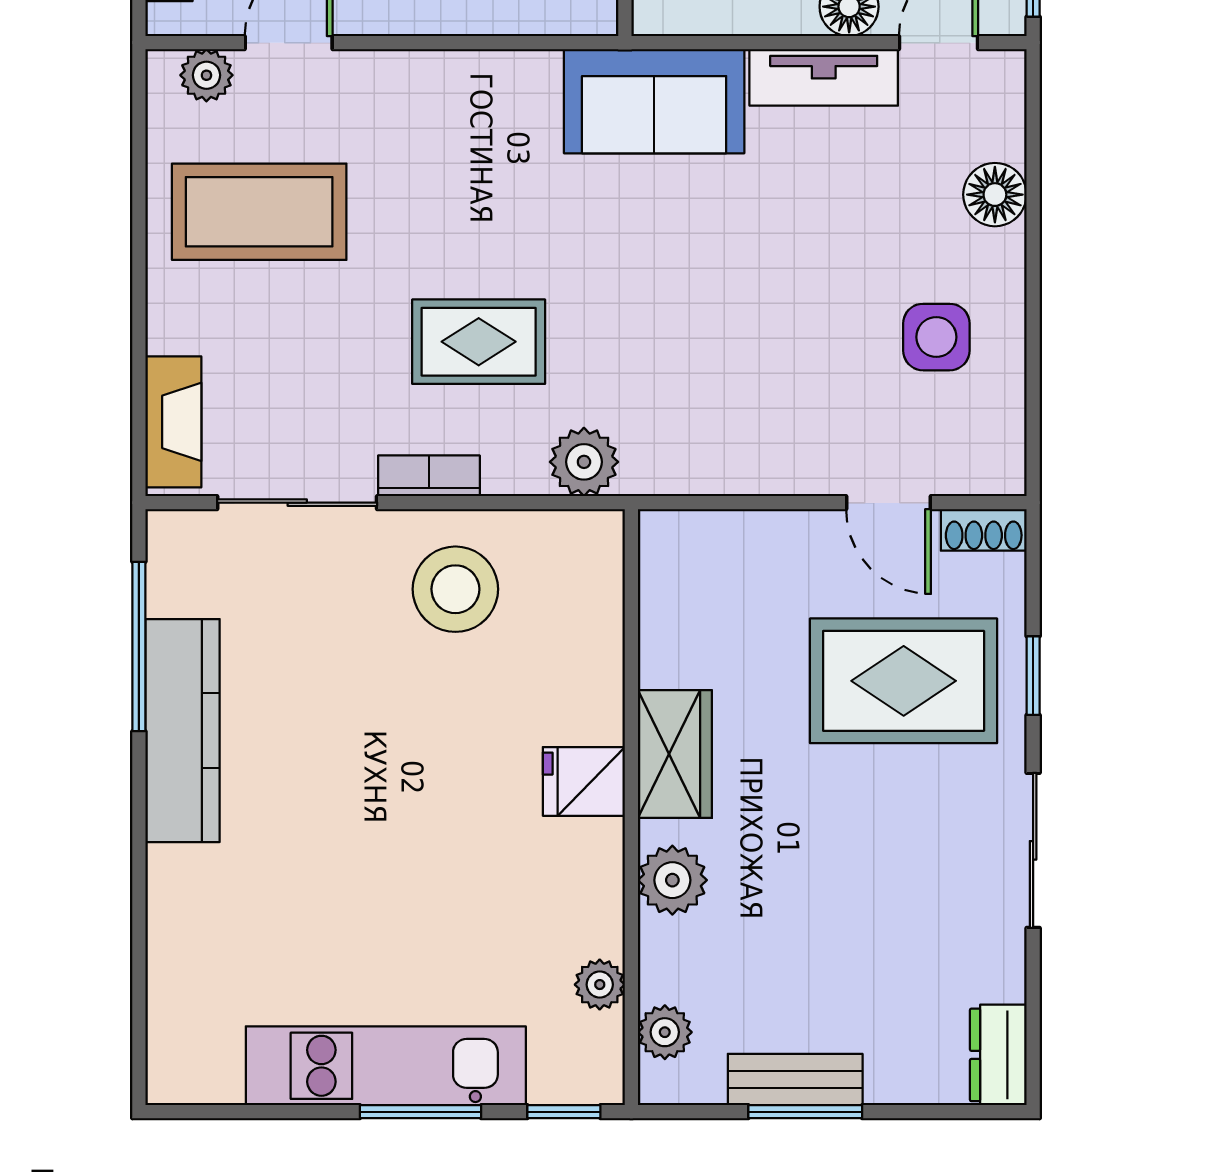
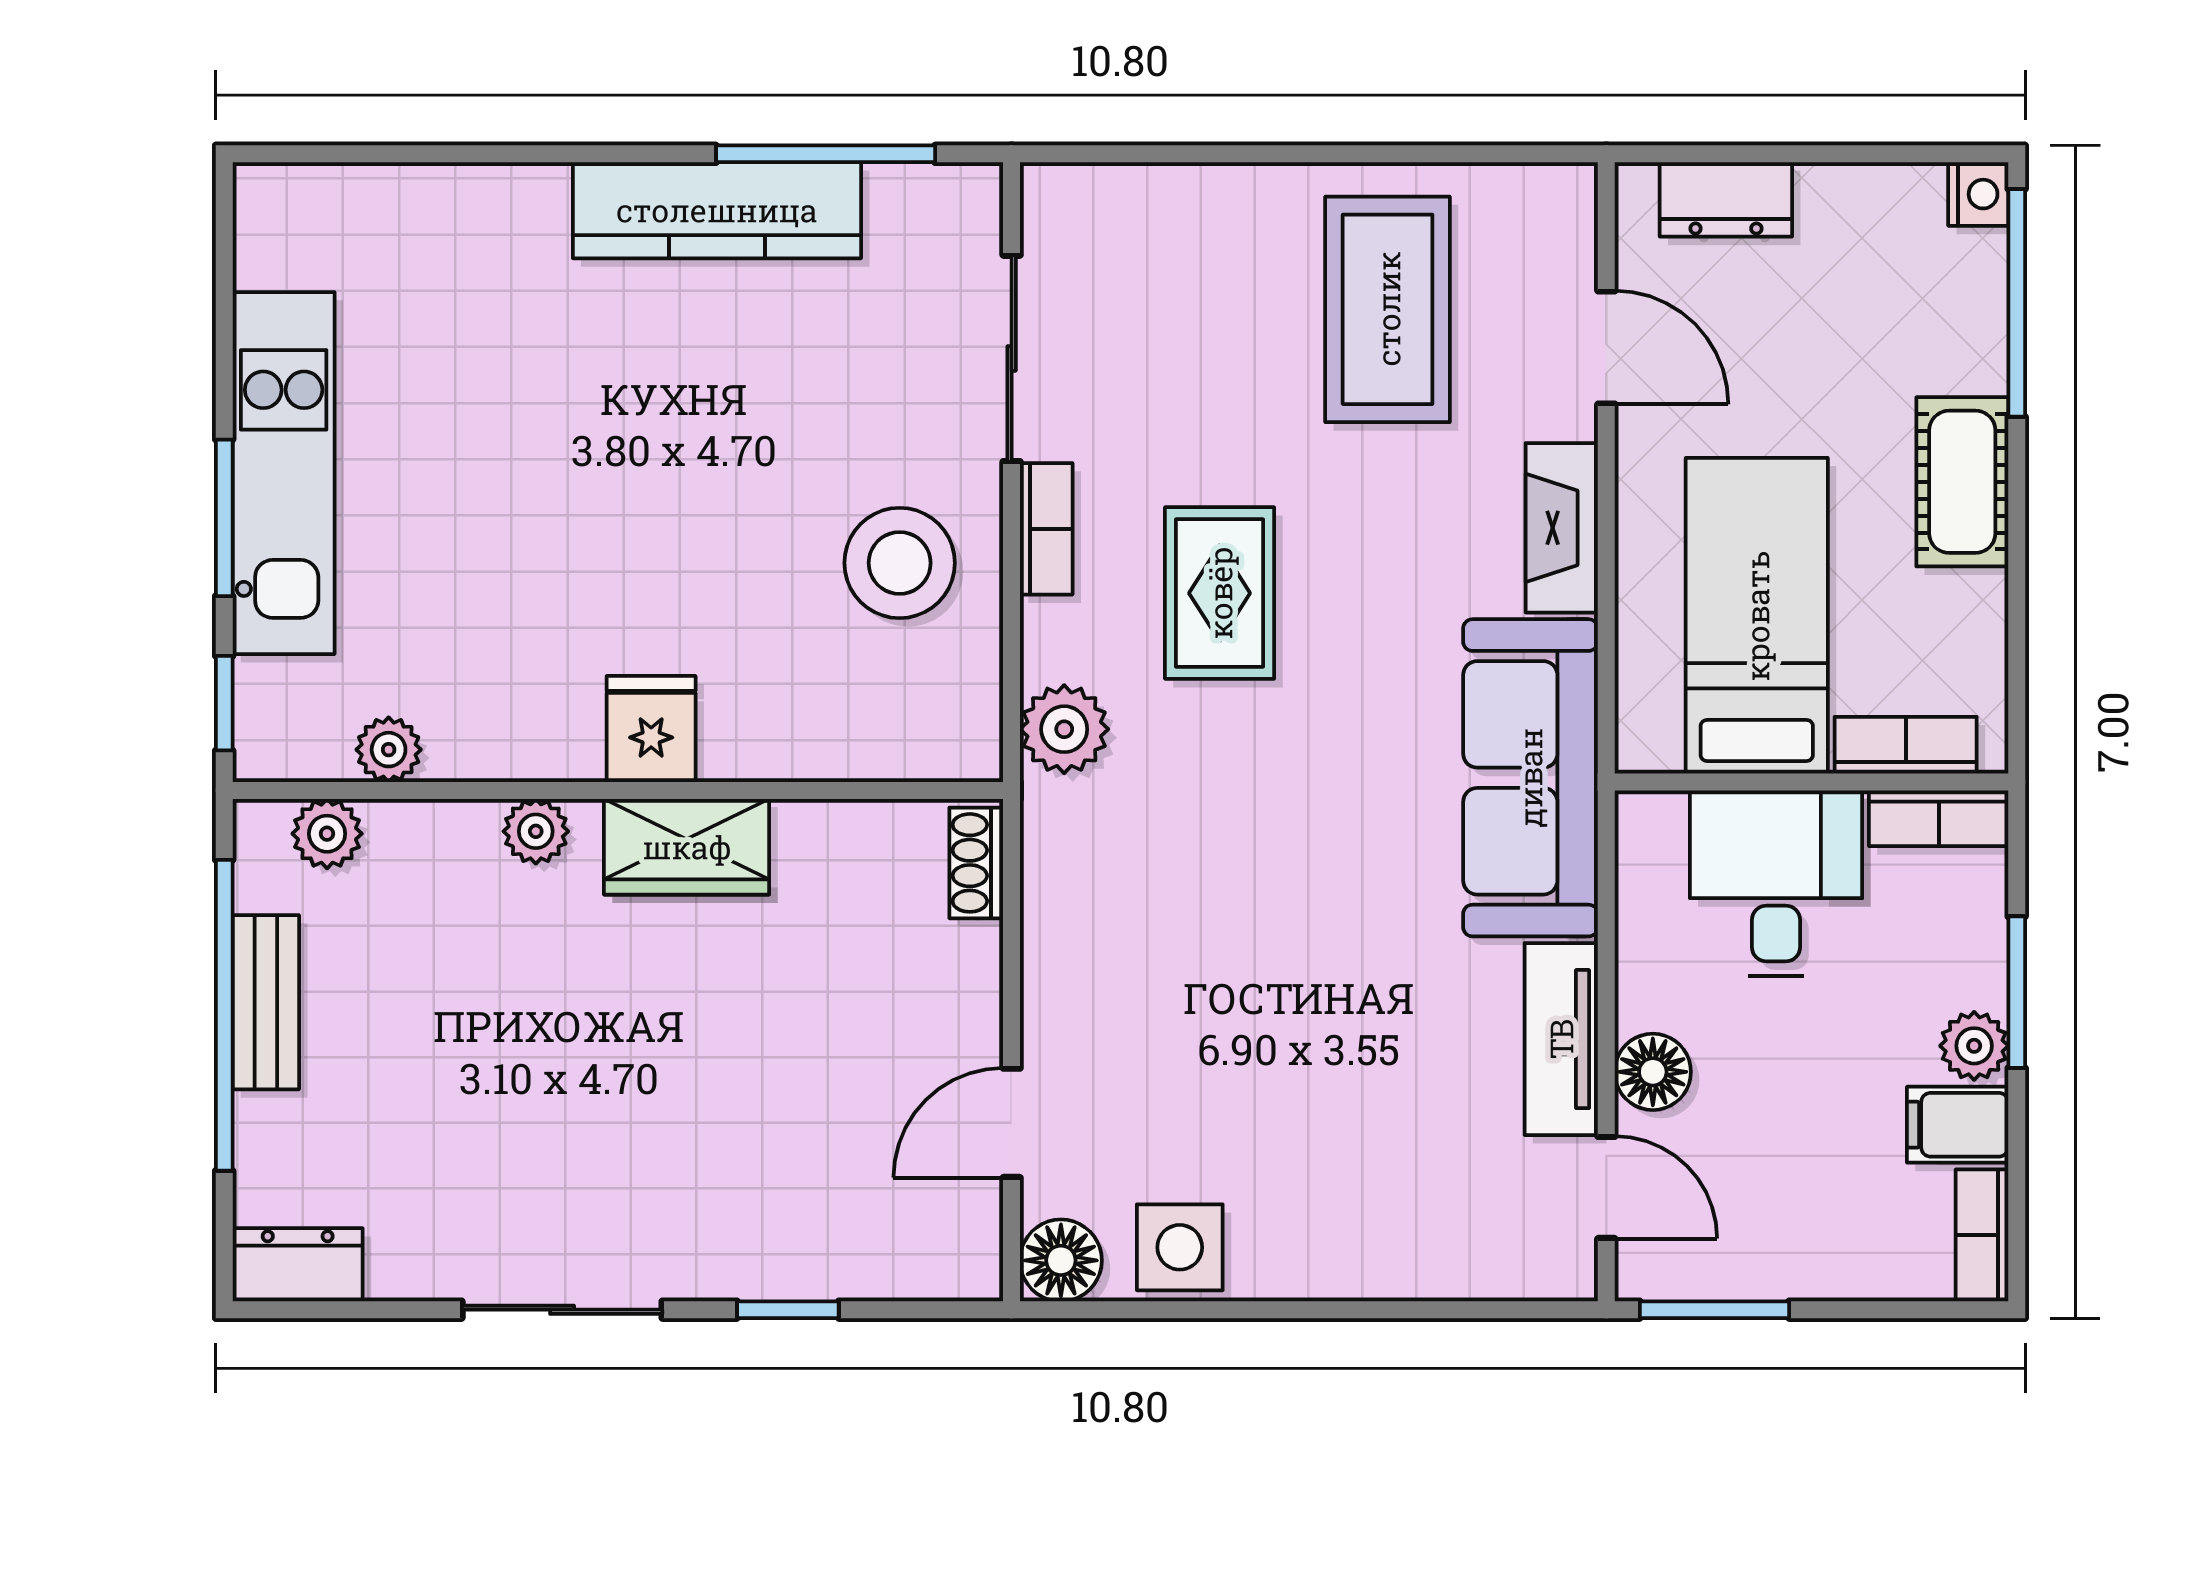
plant: (206, 75) -> (1564, 241), removed
sofa: (654, 101) -> (1530, 778), width x1.36
floor lamp: (995, 195) -> (1061, 1260), moved
side table: (936, 337) -> (1180, 1247), moved
fireplace: (173, 422) -> (1562, 528), moved, turned 90
shoe rack: (984, 530) -> (976, 863), moved
rug: (904, 681) -> (781, 1142), removed
plant: (672, 880) -> (536, 831), width x0.73, depth x0.73
window: (805, 1112) -> (224, 1015), width x2.11

